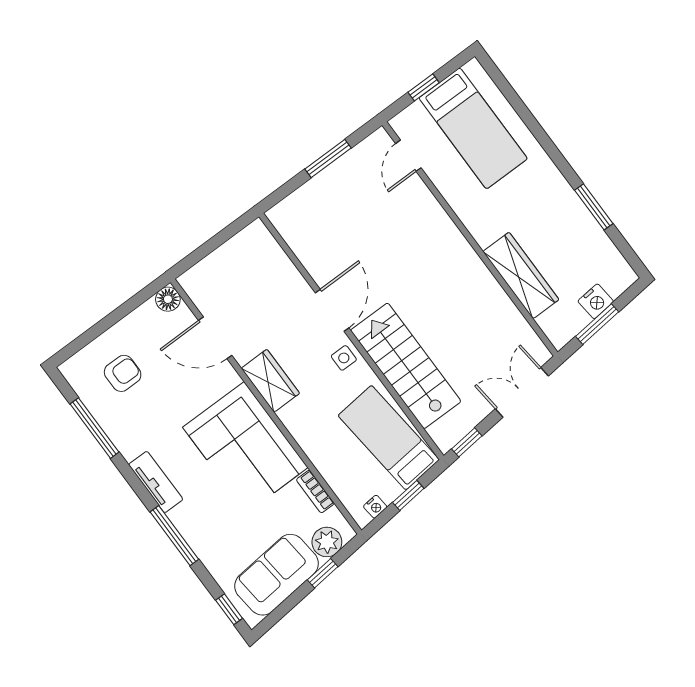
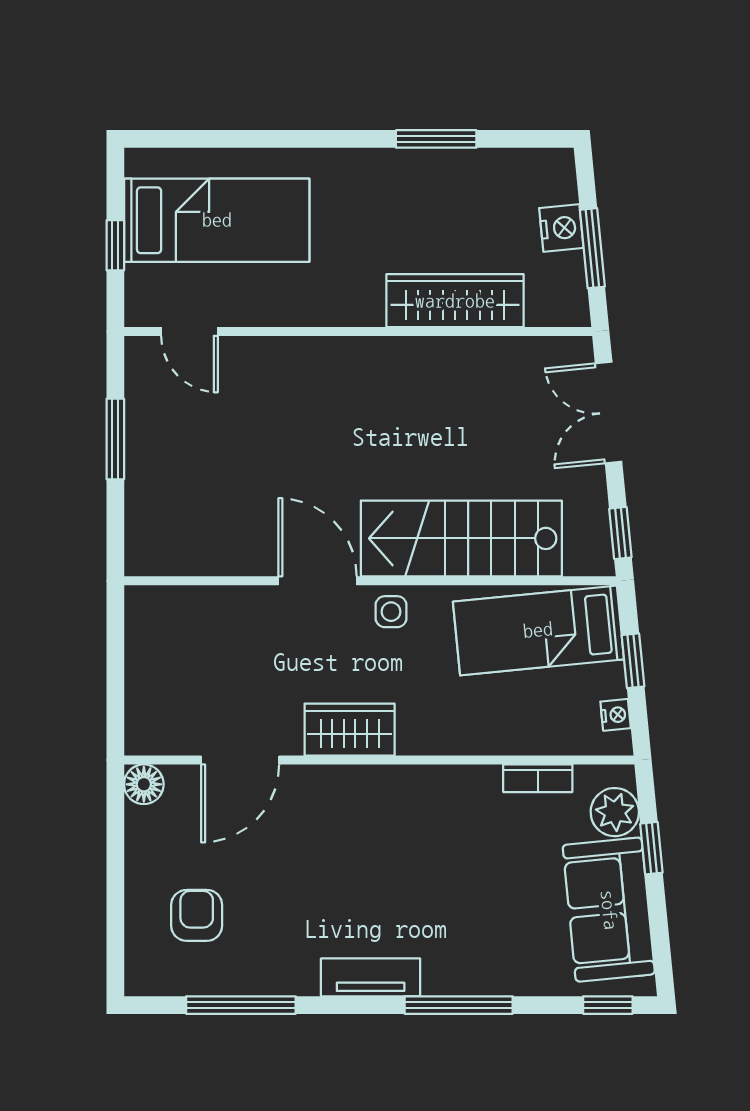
corner sofa: (245, 447) -> (412, 827), removed

